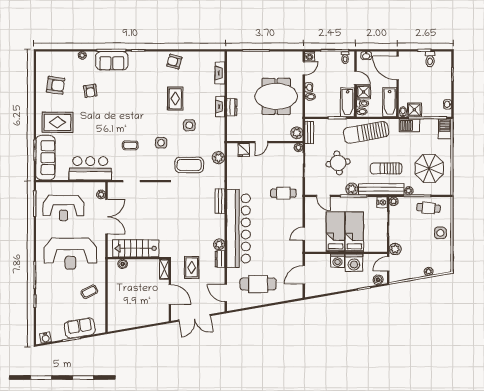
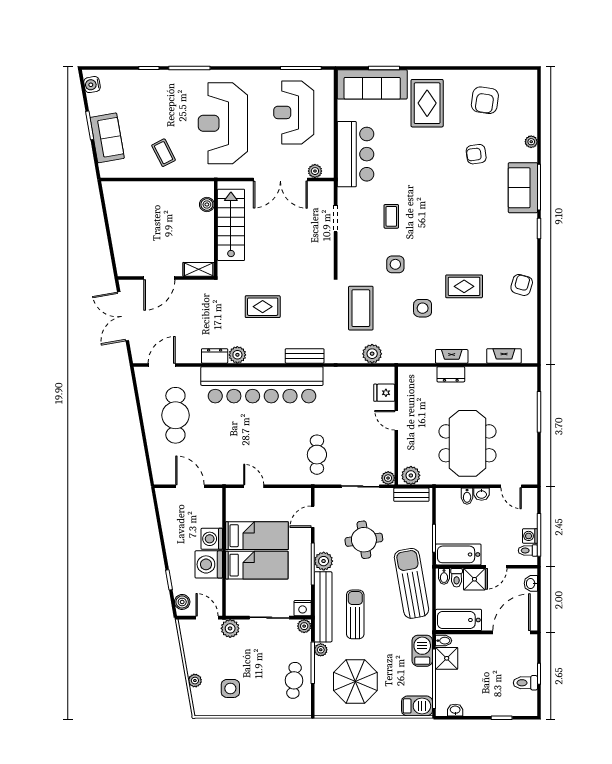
washing machine: (310, 56) -> (530, 536), moved
side table: (440, 233) -> (230, 688), moved
rug: (192, 268) -> (263, 307), moved

